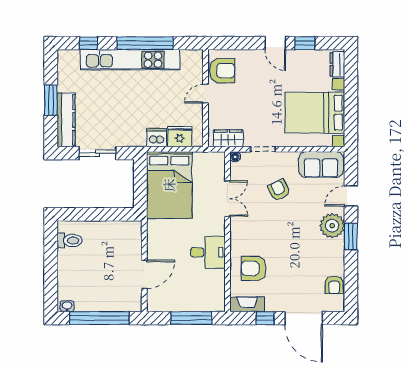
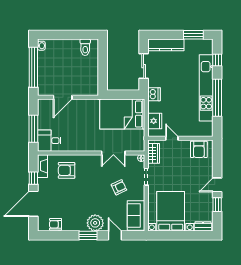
door: (206, 94) -> (172, 138), moved
window: (51, 100) -> (193, 35), moved
dishwasher: (157, 138) -> (154, 94), moved
desk: (208, 252) -> (49, 141), moved, turned 90
armchair: (254, 268) -> (67, 170), turned -90
door: (144, 274) -> (63, 97), hinge flipped

